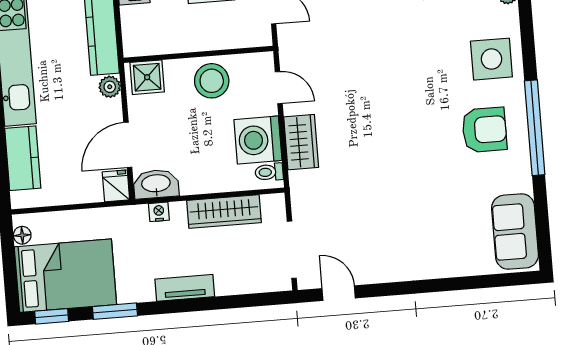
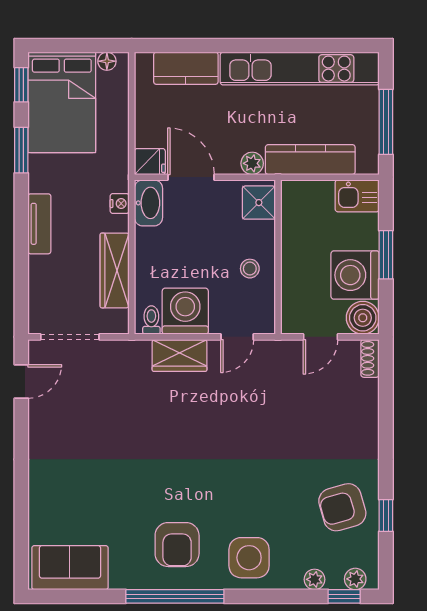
stool: (212, 81) -> (250, 269), width x0.53, depth x0.53

